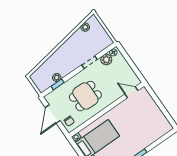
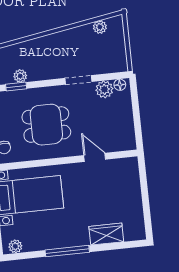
door: (131, 92) -> (95, 157), moved
wardrobe: (151, 137) -> (106, 234), added

